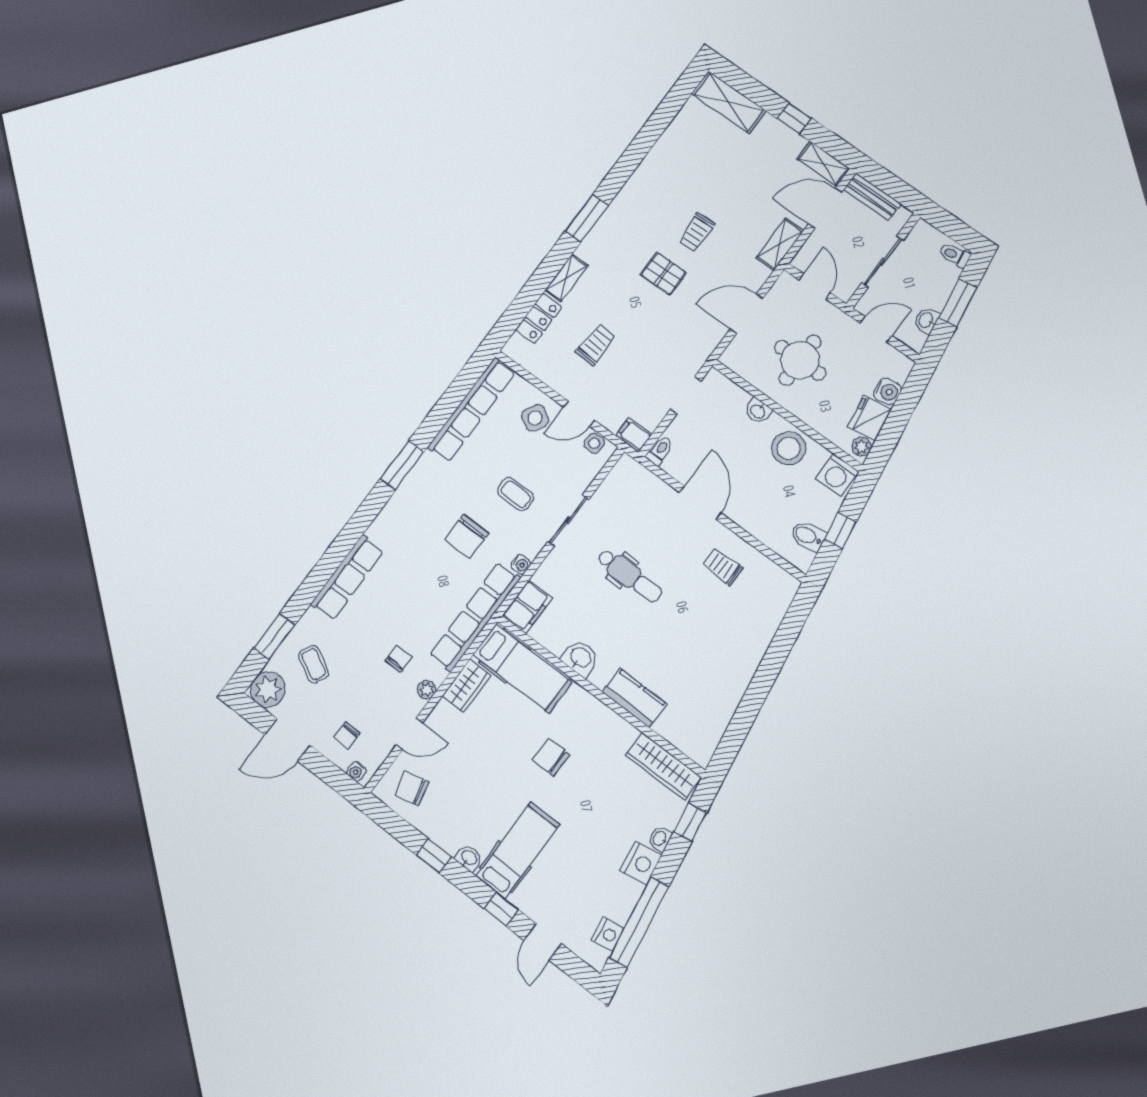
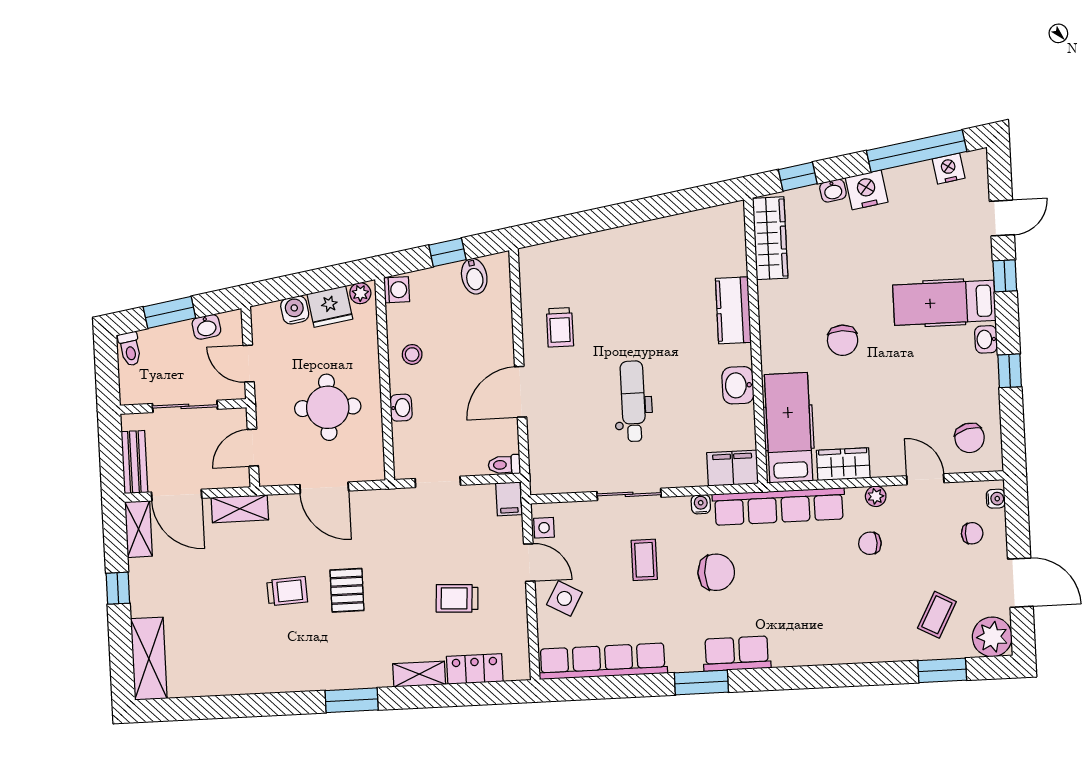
stool: (789, 448) -> (412, 354), width x0.53, depth x0.53
washing machine: (837, 475) -> (397, 290), width x0.73, depth x0.73
row of seats: (347, 578) -> (737, 654), moved, width x0.68

